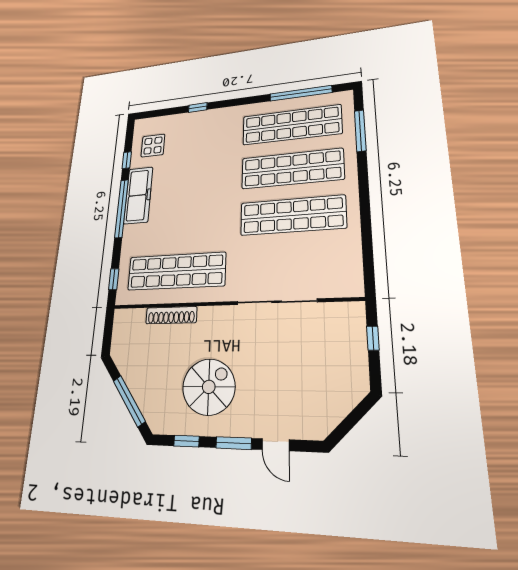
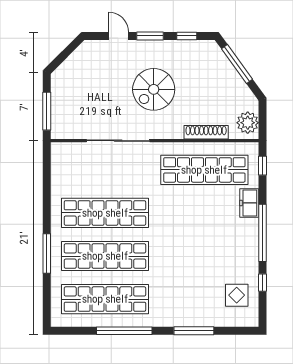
window: (301, 93) -> (124, 331), moved
window: (198, 107) -> (194, 331), width x2.17
window: (360, 131) -> (47, 253), moved
freezer: (138, 195) -> (249, 203), moved, width x0.52, depth x0.79
plant: (124, 328) -> (248, 123), added
window: (373, 338) -> (47, 111), width x2.17
spiral stairs: (209, 387) -> (154, 89), moved

